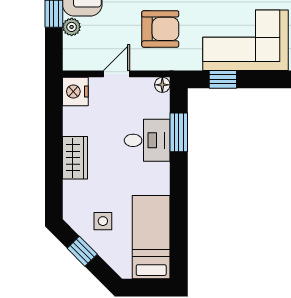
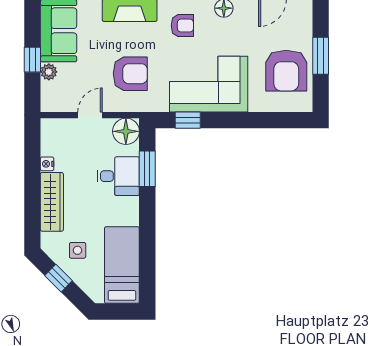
floor lamp: (162, 85) -> (126, 131), width x1.89, depth x1.89
nightstand: (75, 91) -> (47, 164), moved, width x0.53, depth x0.56
wardrobe: (75, 158) -> (52, 202), width x1.50

